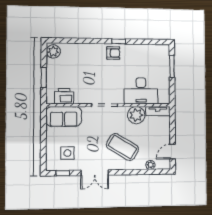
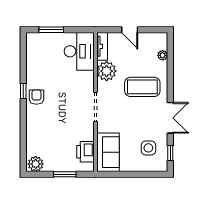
desk: (141, 91) -> (79, 51), moved
coffee table: (122, 147) -> (142, 87), turned 59
door: (173, 152) -> (130, 30), moved

